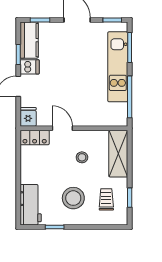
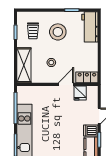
fridge: (28, 117) -> (80, 93), moved
door: (62, 128) -> (66, 84), swing flipped

